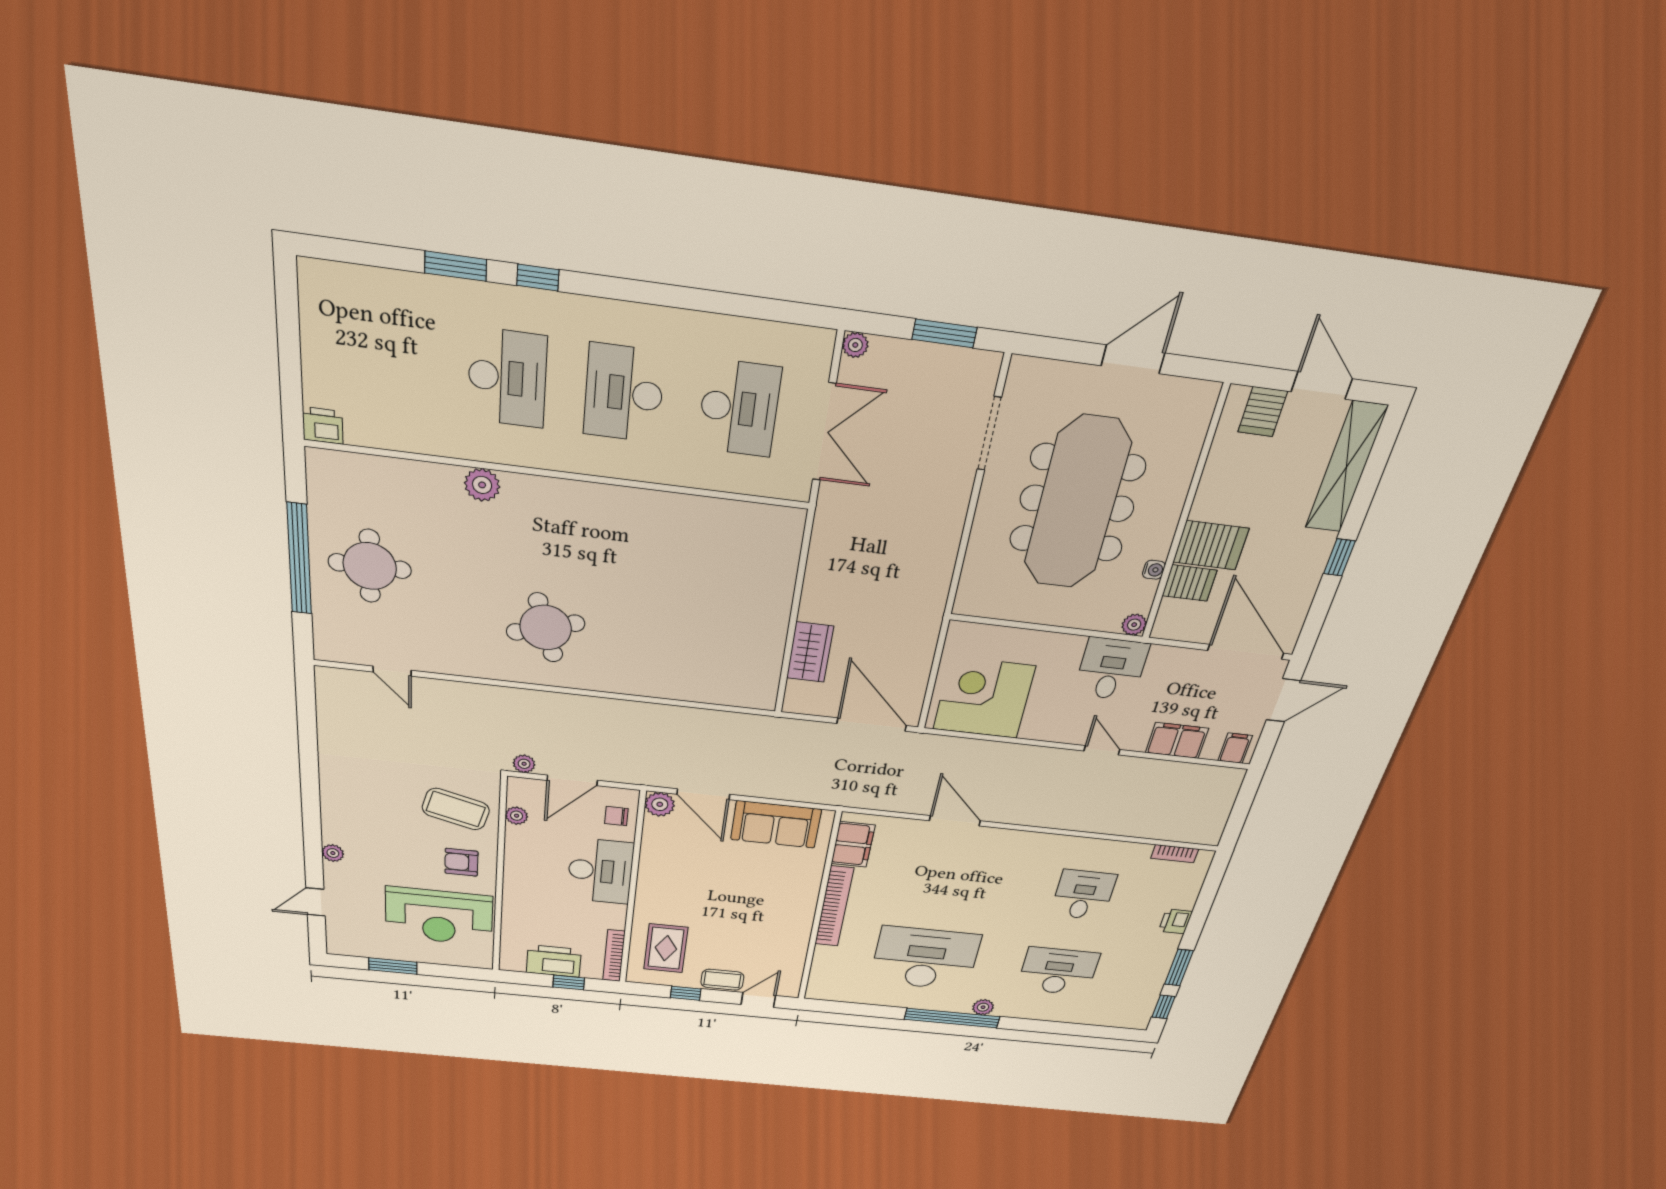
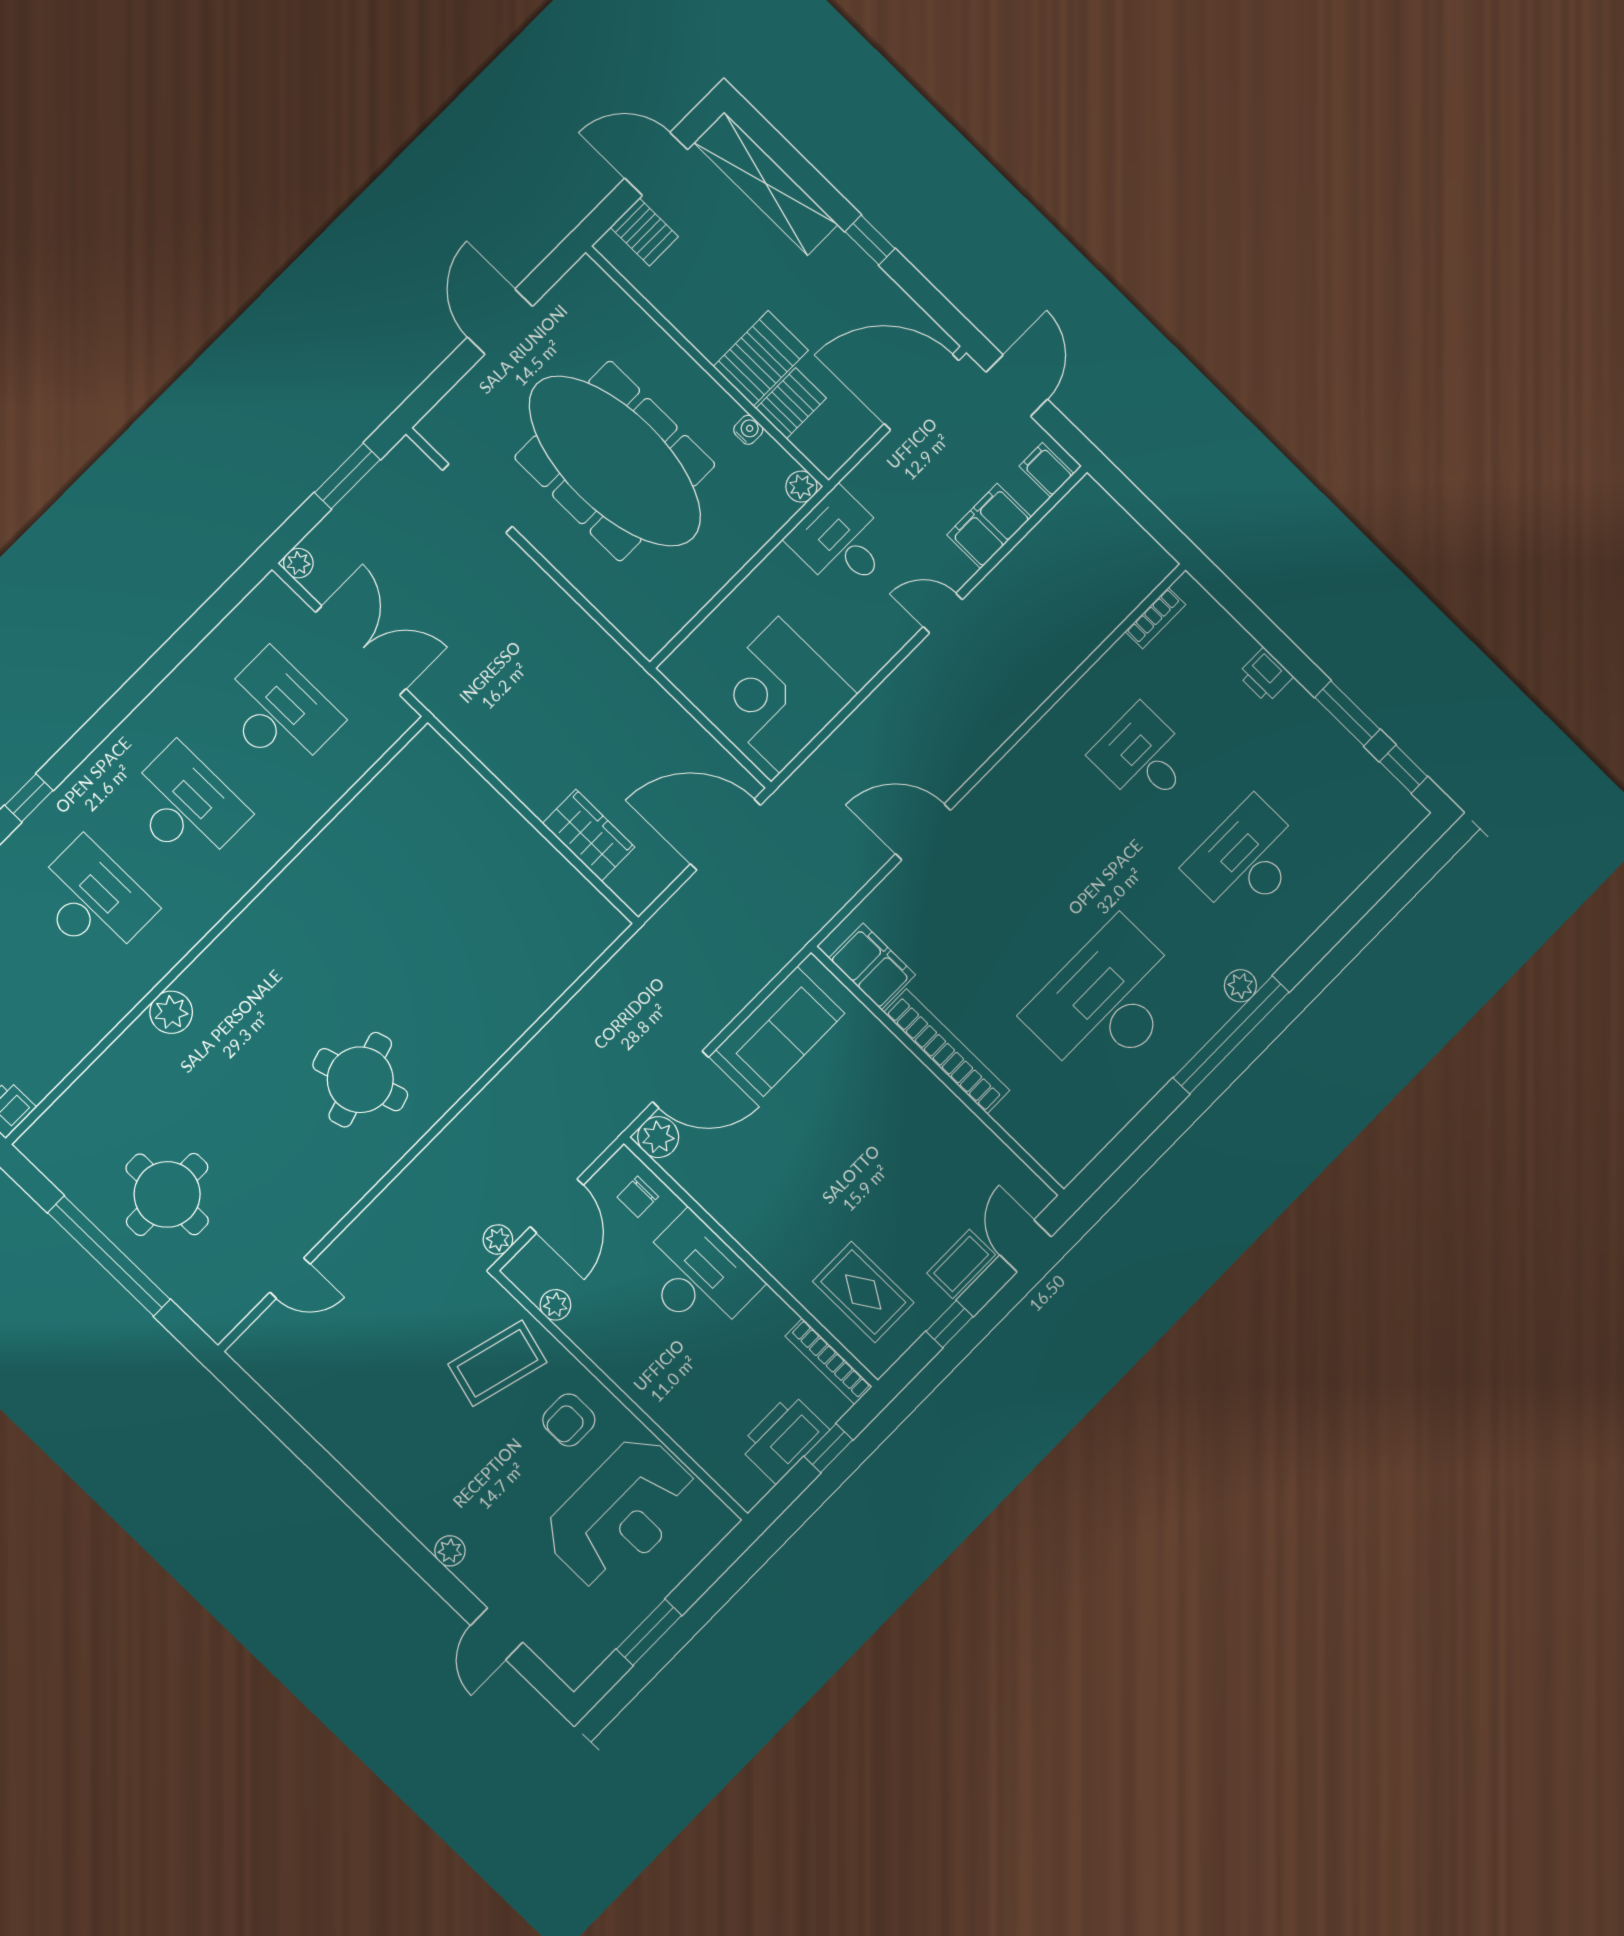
desk: (624, 393) -> (186, 806), turned 180

